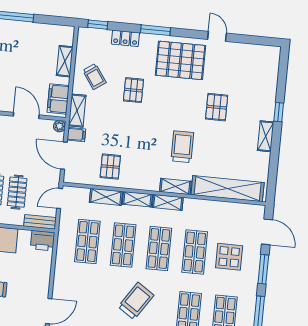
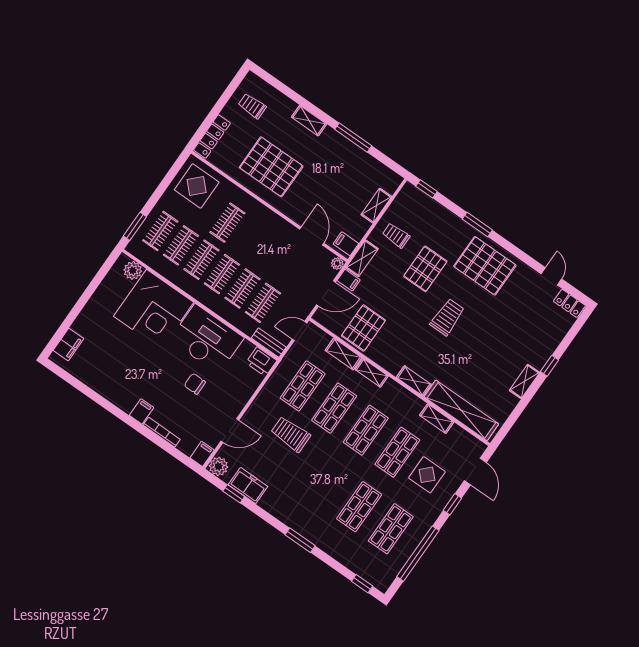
door: (217, 36) -> (551, 276), moved
locker: (125, 38) -> (569, 303), moved
trolley: (94, 76) -> (396, 236), turned 125
pallet: (133, 90) -> (425, 269), width x1.50, depth x1.42
filing cabinet: (58, 99) -> (346, 244), width x0.50
pallet: (217, 107) -> (494, 329), removed
trolley: (182, 147) -> (447, 317), moved
door: (64, 156) -> (326, 293), swing flipped
pallet: (110, 167) -> (363, 328), width x1.50, depth x1.42
shelving: (168, 202) -> (437, 419), moved
window: (263, 269) -> (452, 504), width x0.67
trolley: (136, 301) -> (291, 434), moved, turned -124

